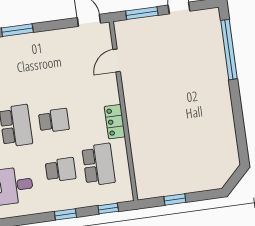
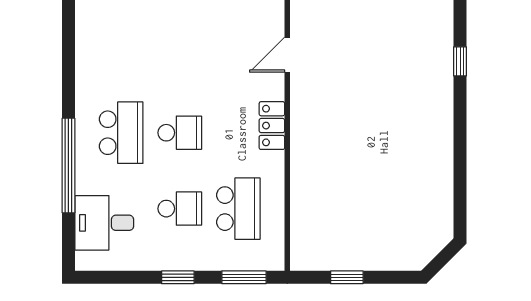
window: (229, 50) -> (460, 61), width x0.32
locker: (115, 122) -> (272, 126), moved
window: (108, 209) -> (244, 277), width x1.50

